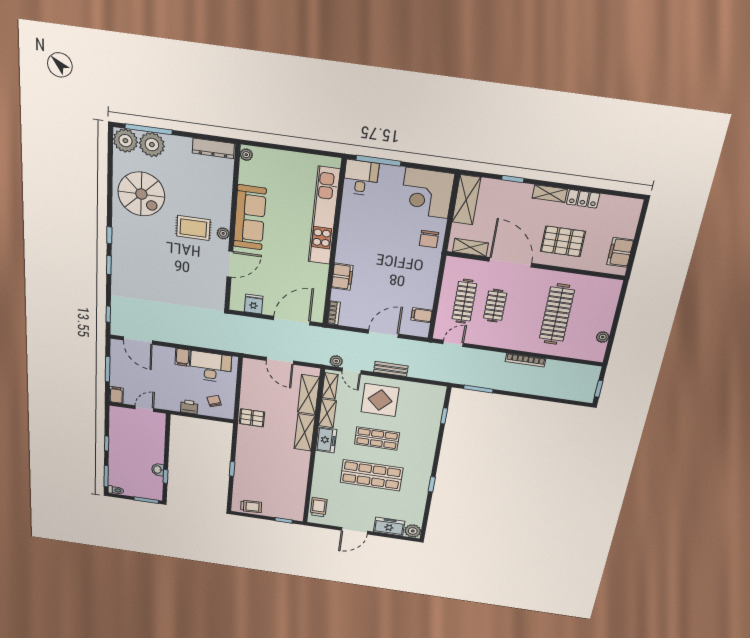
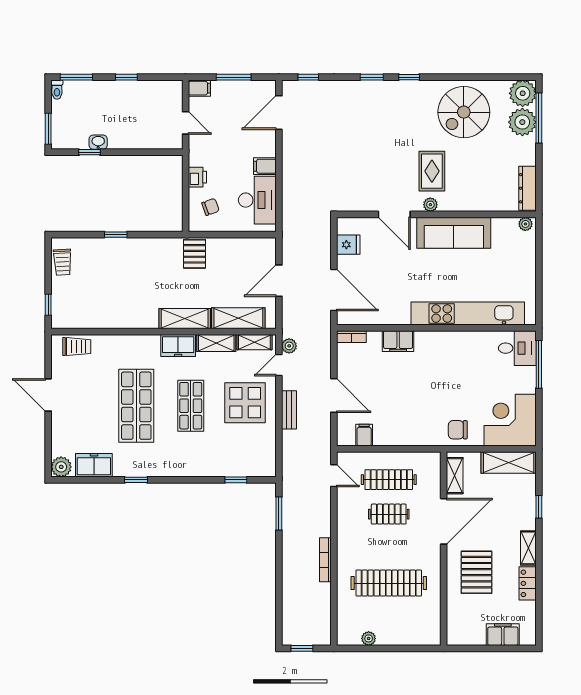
filing cabinet: (620, 252) -> (503, 635), moved
freezer: (389, 526) -> (94, 465), moved, turned -90

